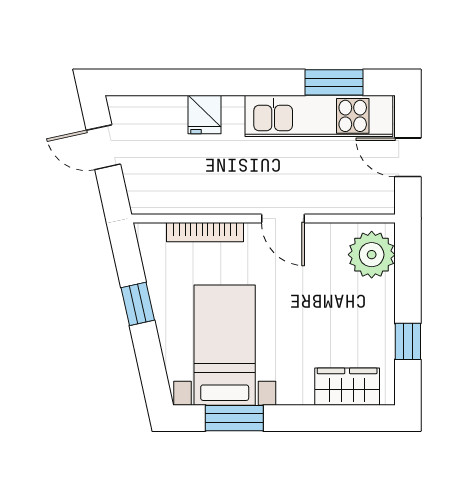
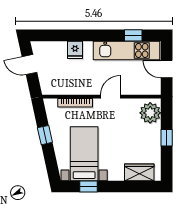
window: (334, 82) -> (133, 35), width x0.67
door: (283, 218) -> (110, 97), swing flipped
window: (408, 341) -> (167, 138), moved
window: (234, 418) -> (88, 186), width x0.67

